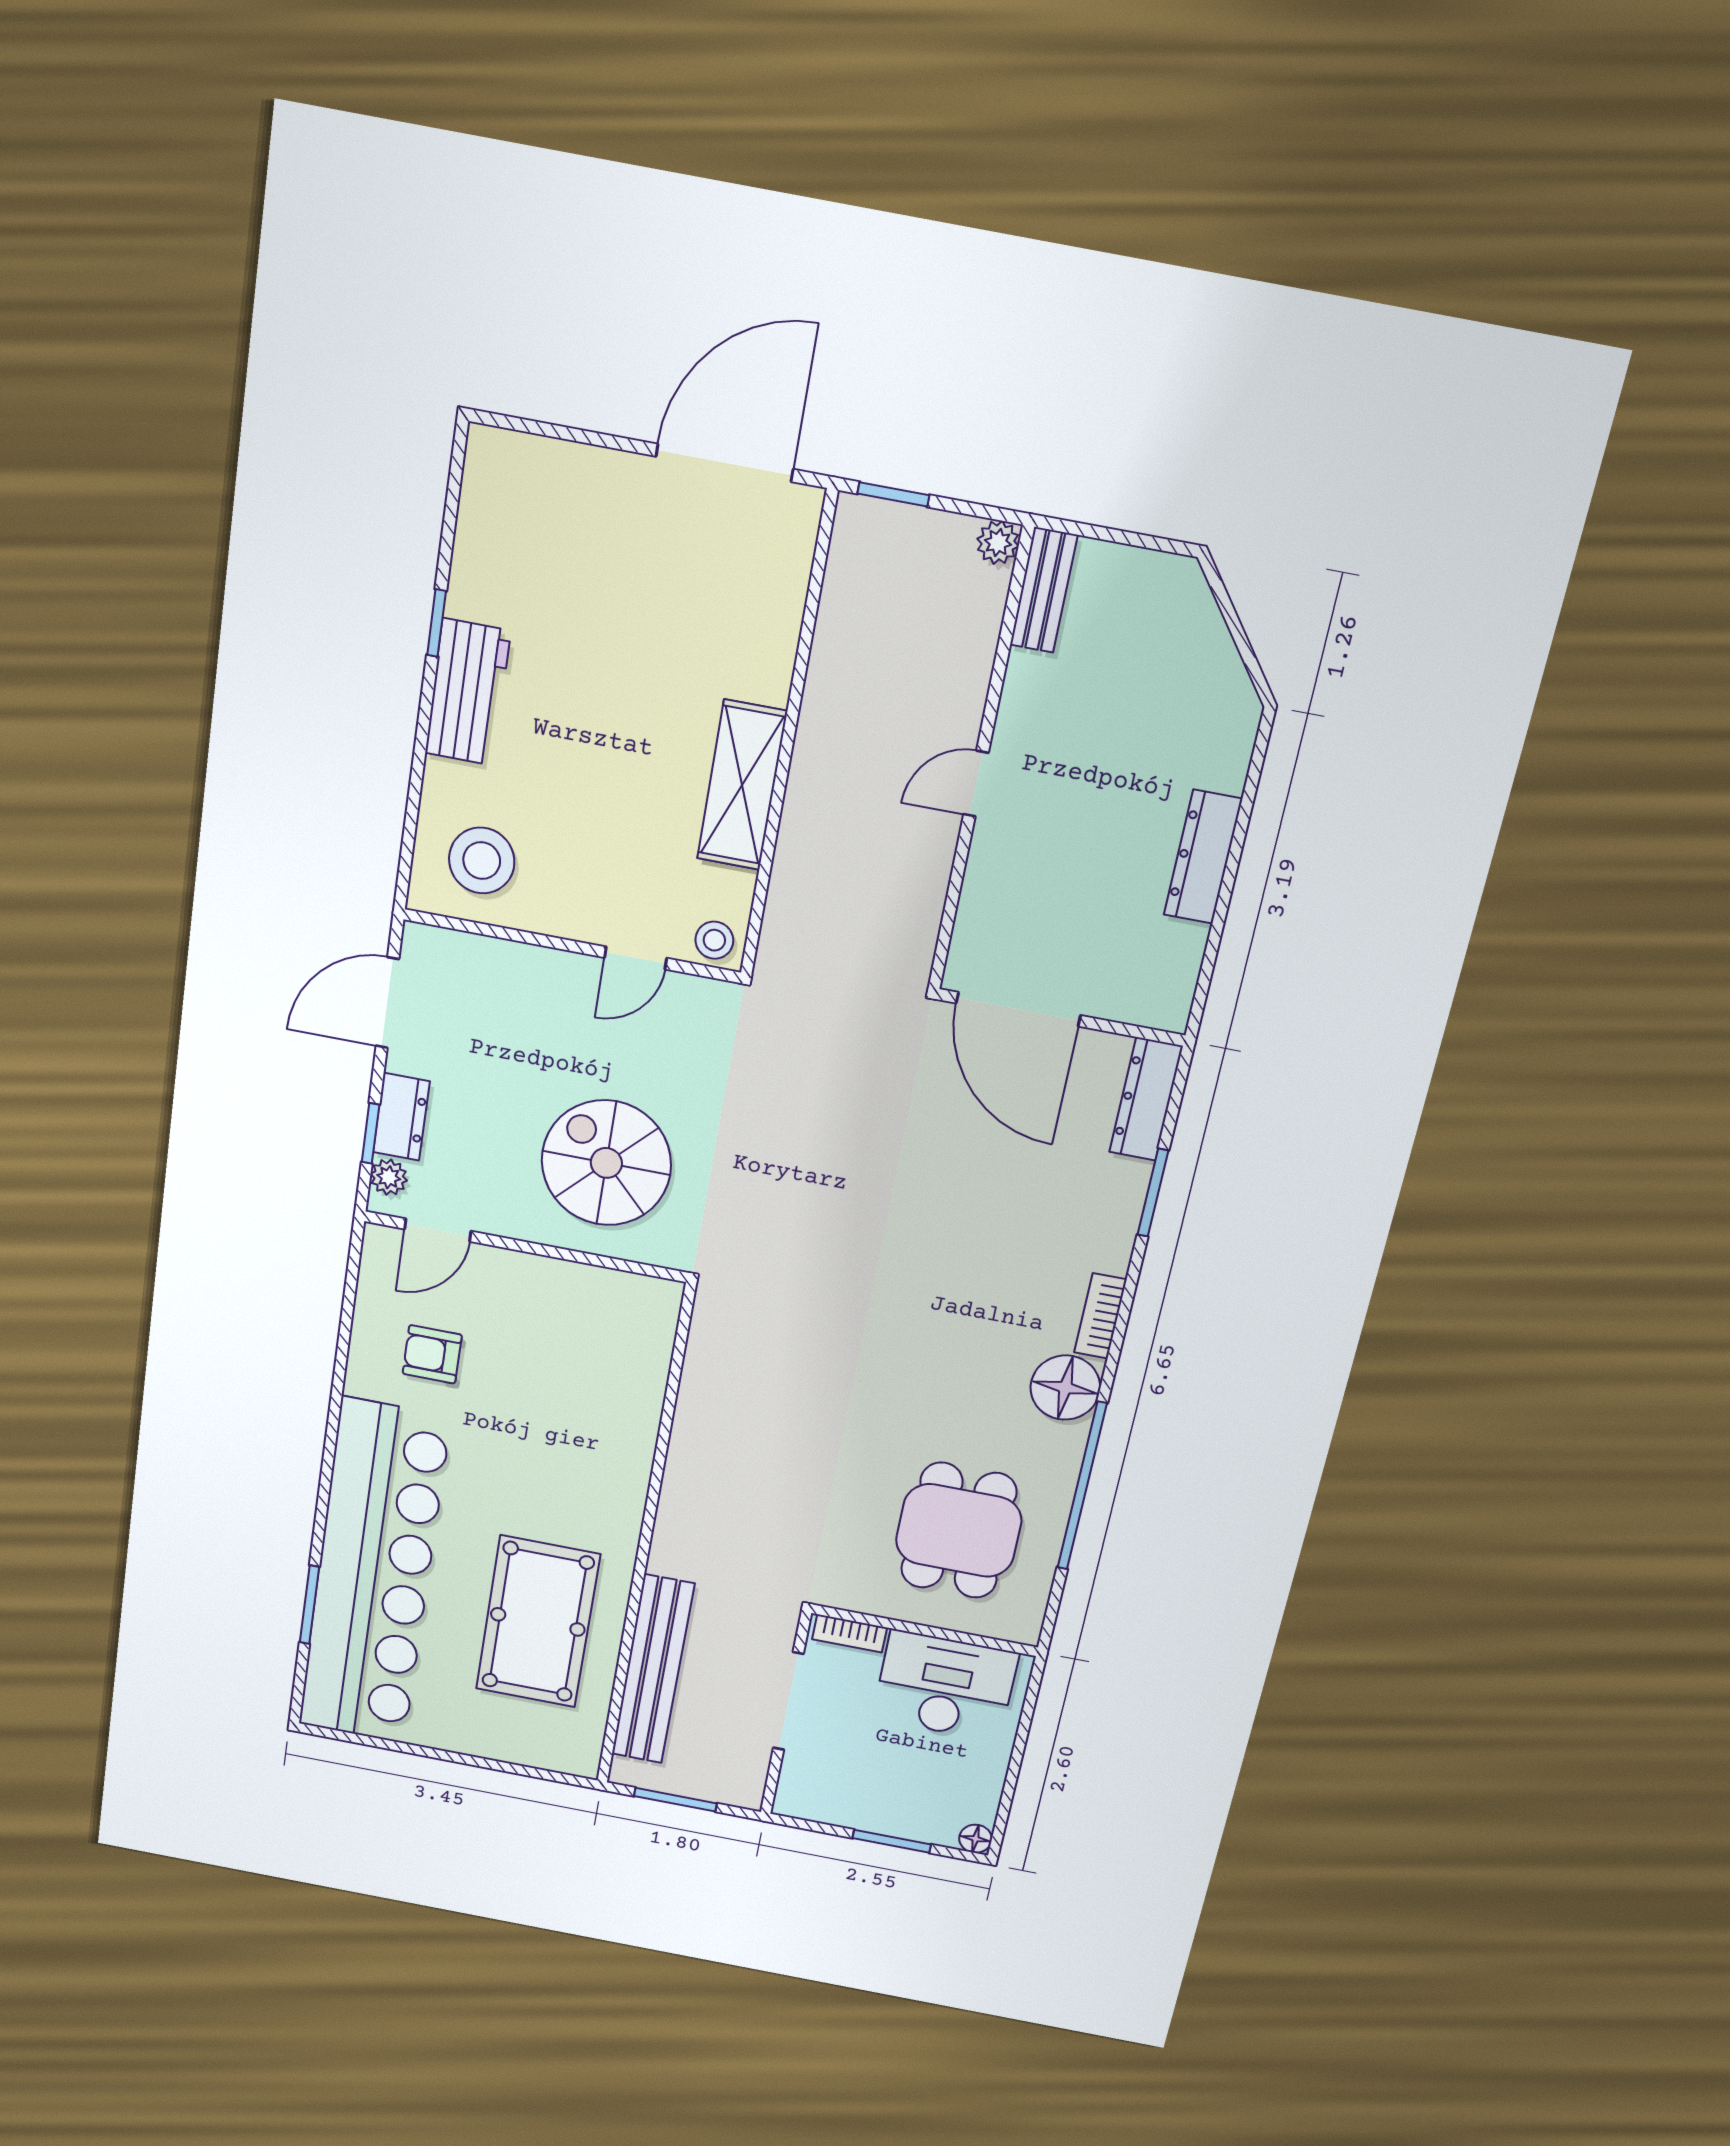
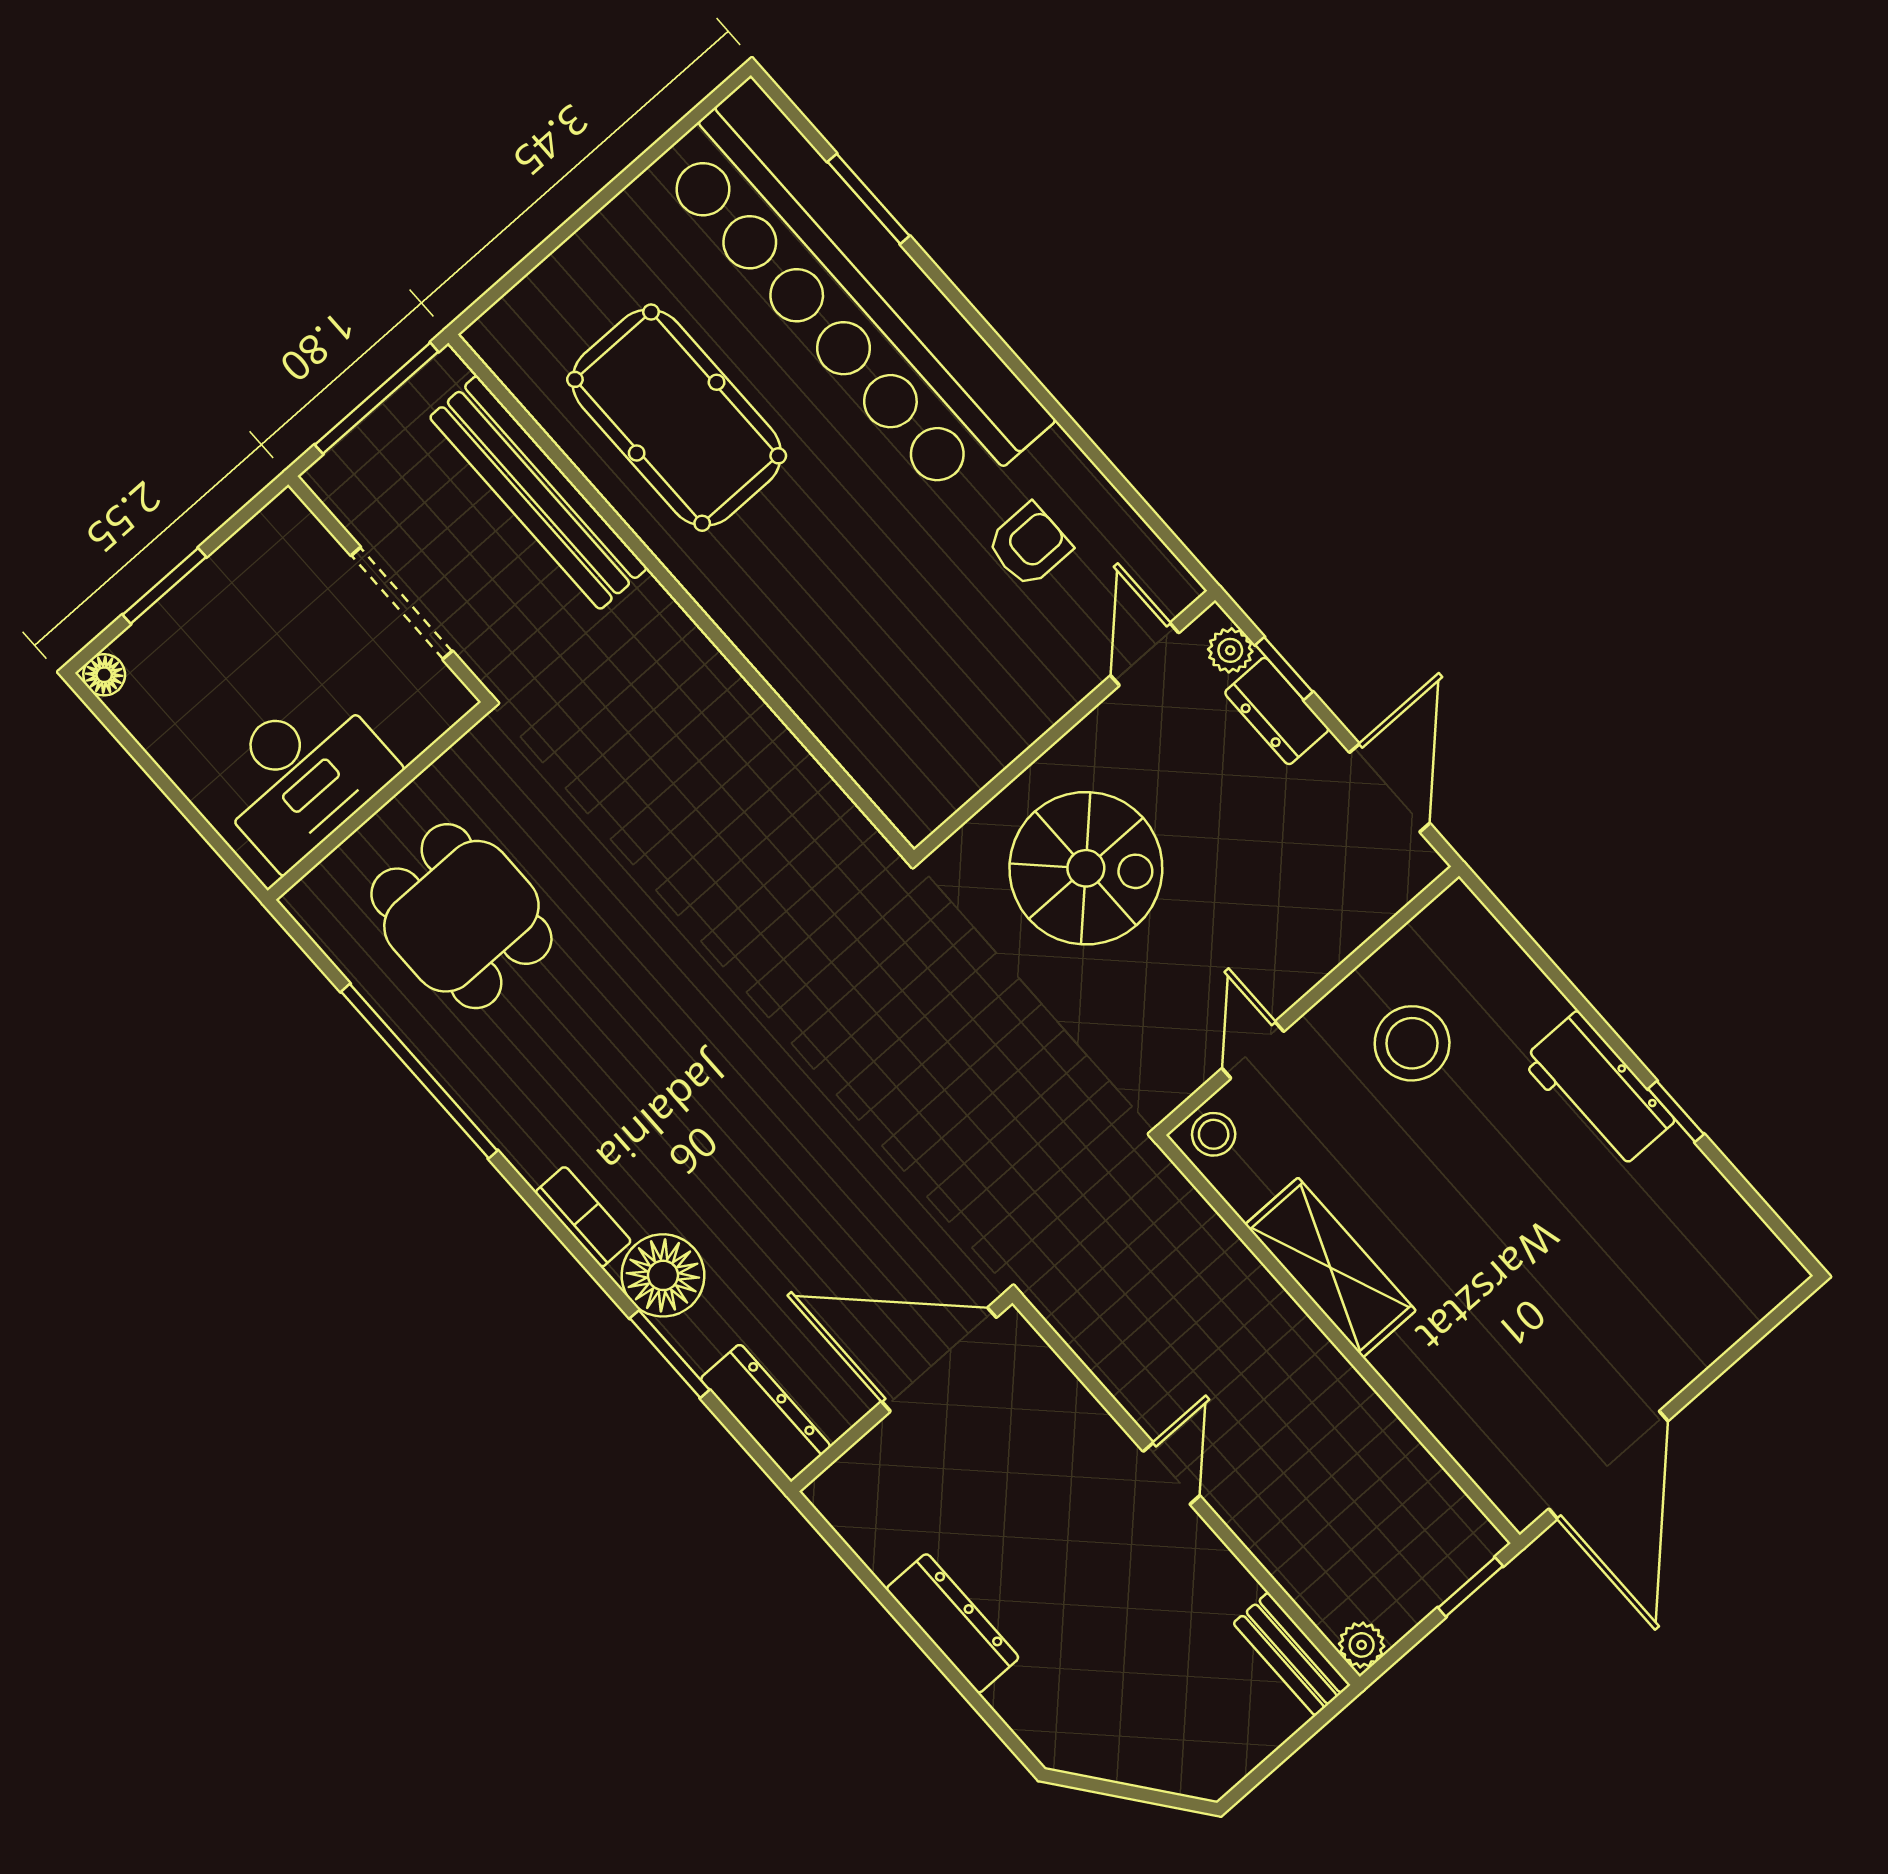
stool: (482, 861) -> (1412, 1043), moved
floor lamp: (1065, 1388) -> (663, 1275), moved
bookcase: (850, 1633) -> (431, 723), removed
window: (675, 1800) -> (377, 398), width x1.44

